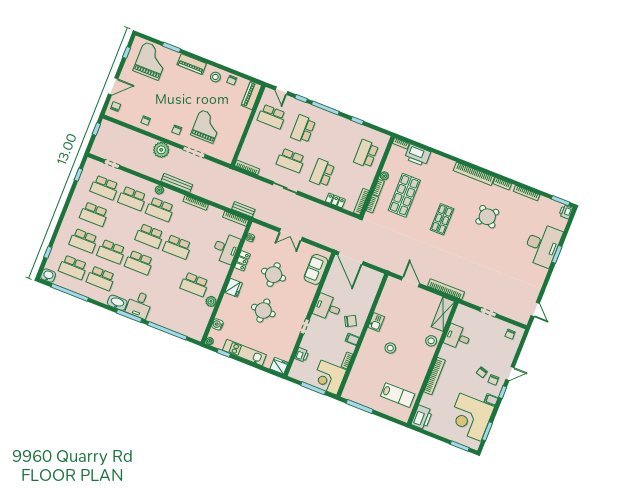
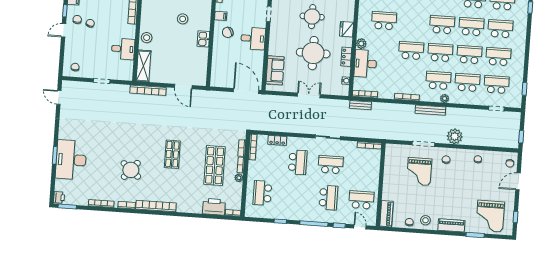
school desk: (366, 154) -> (262, 193), turned 180
school desk: (122, 225) -> (469, 55), added
round table: (274, 275) -> (313, 53), width x1.36, depth x1.36
plant: (211, 301) -> (361, 44), moved

